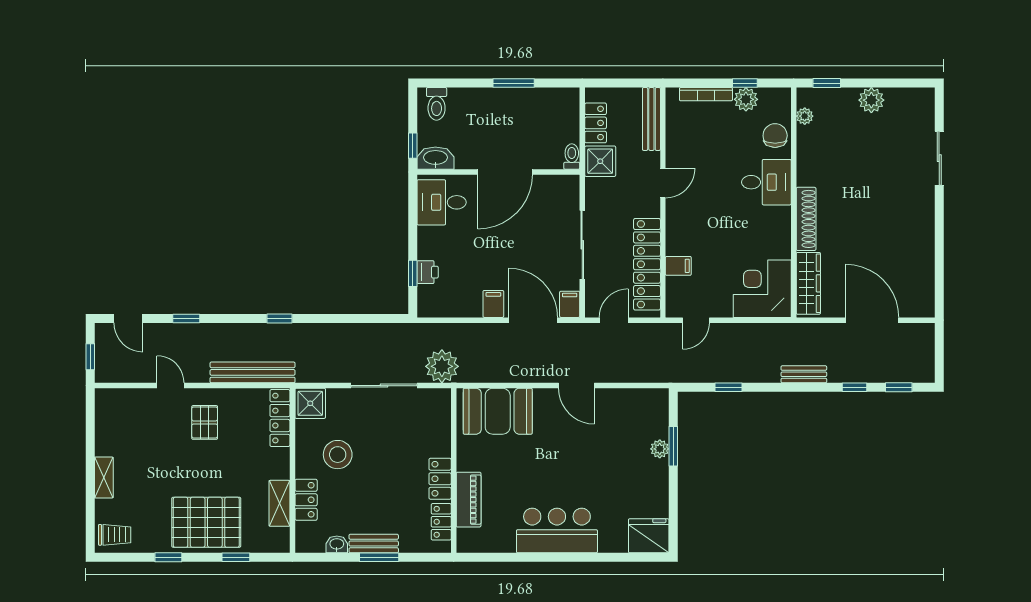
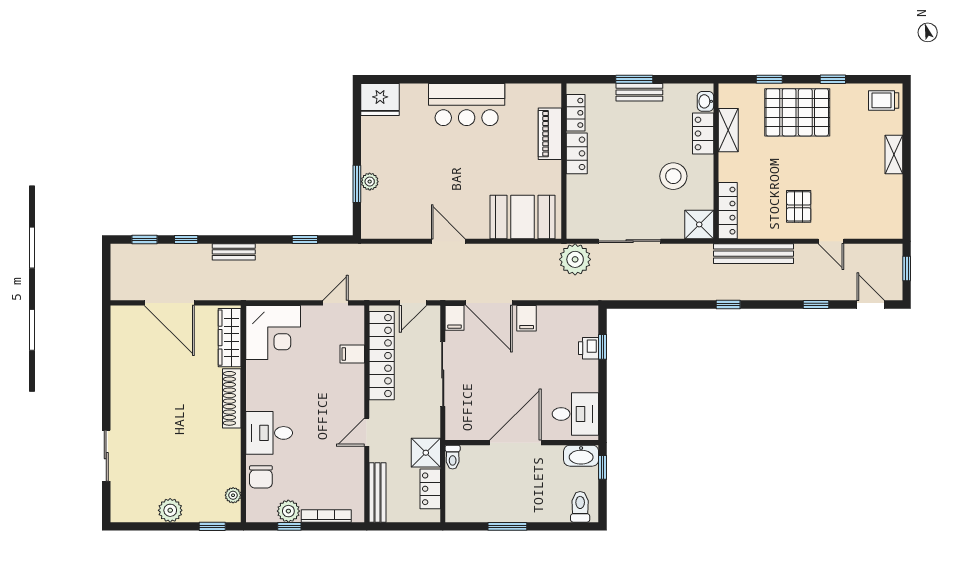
washbasin: (337, 544) -> (705, 101), moved, turned 90

